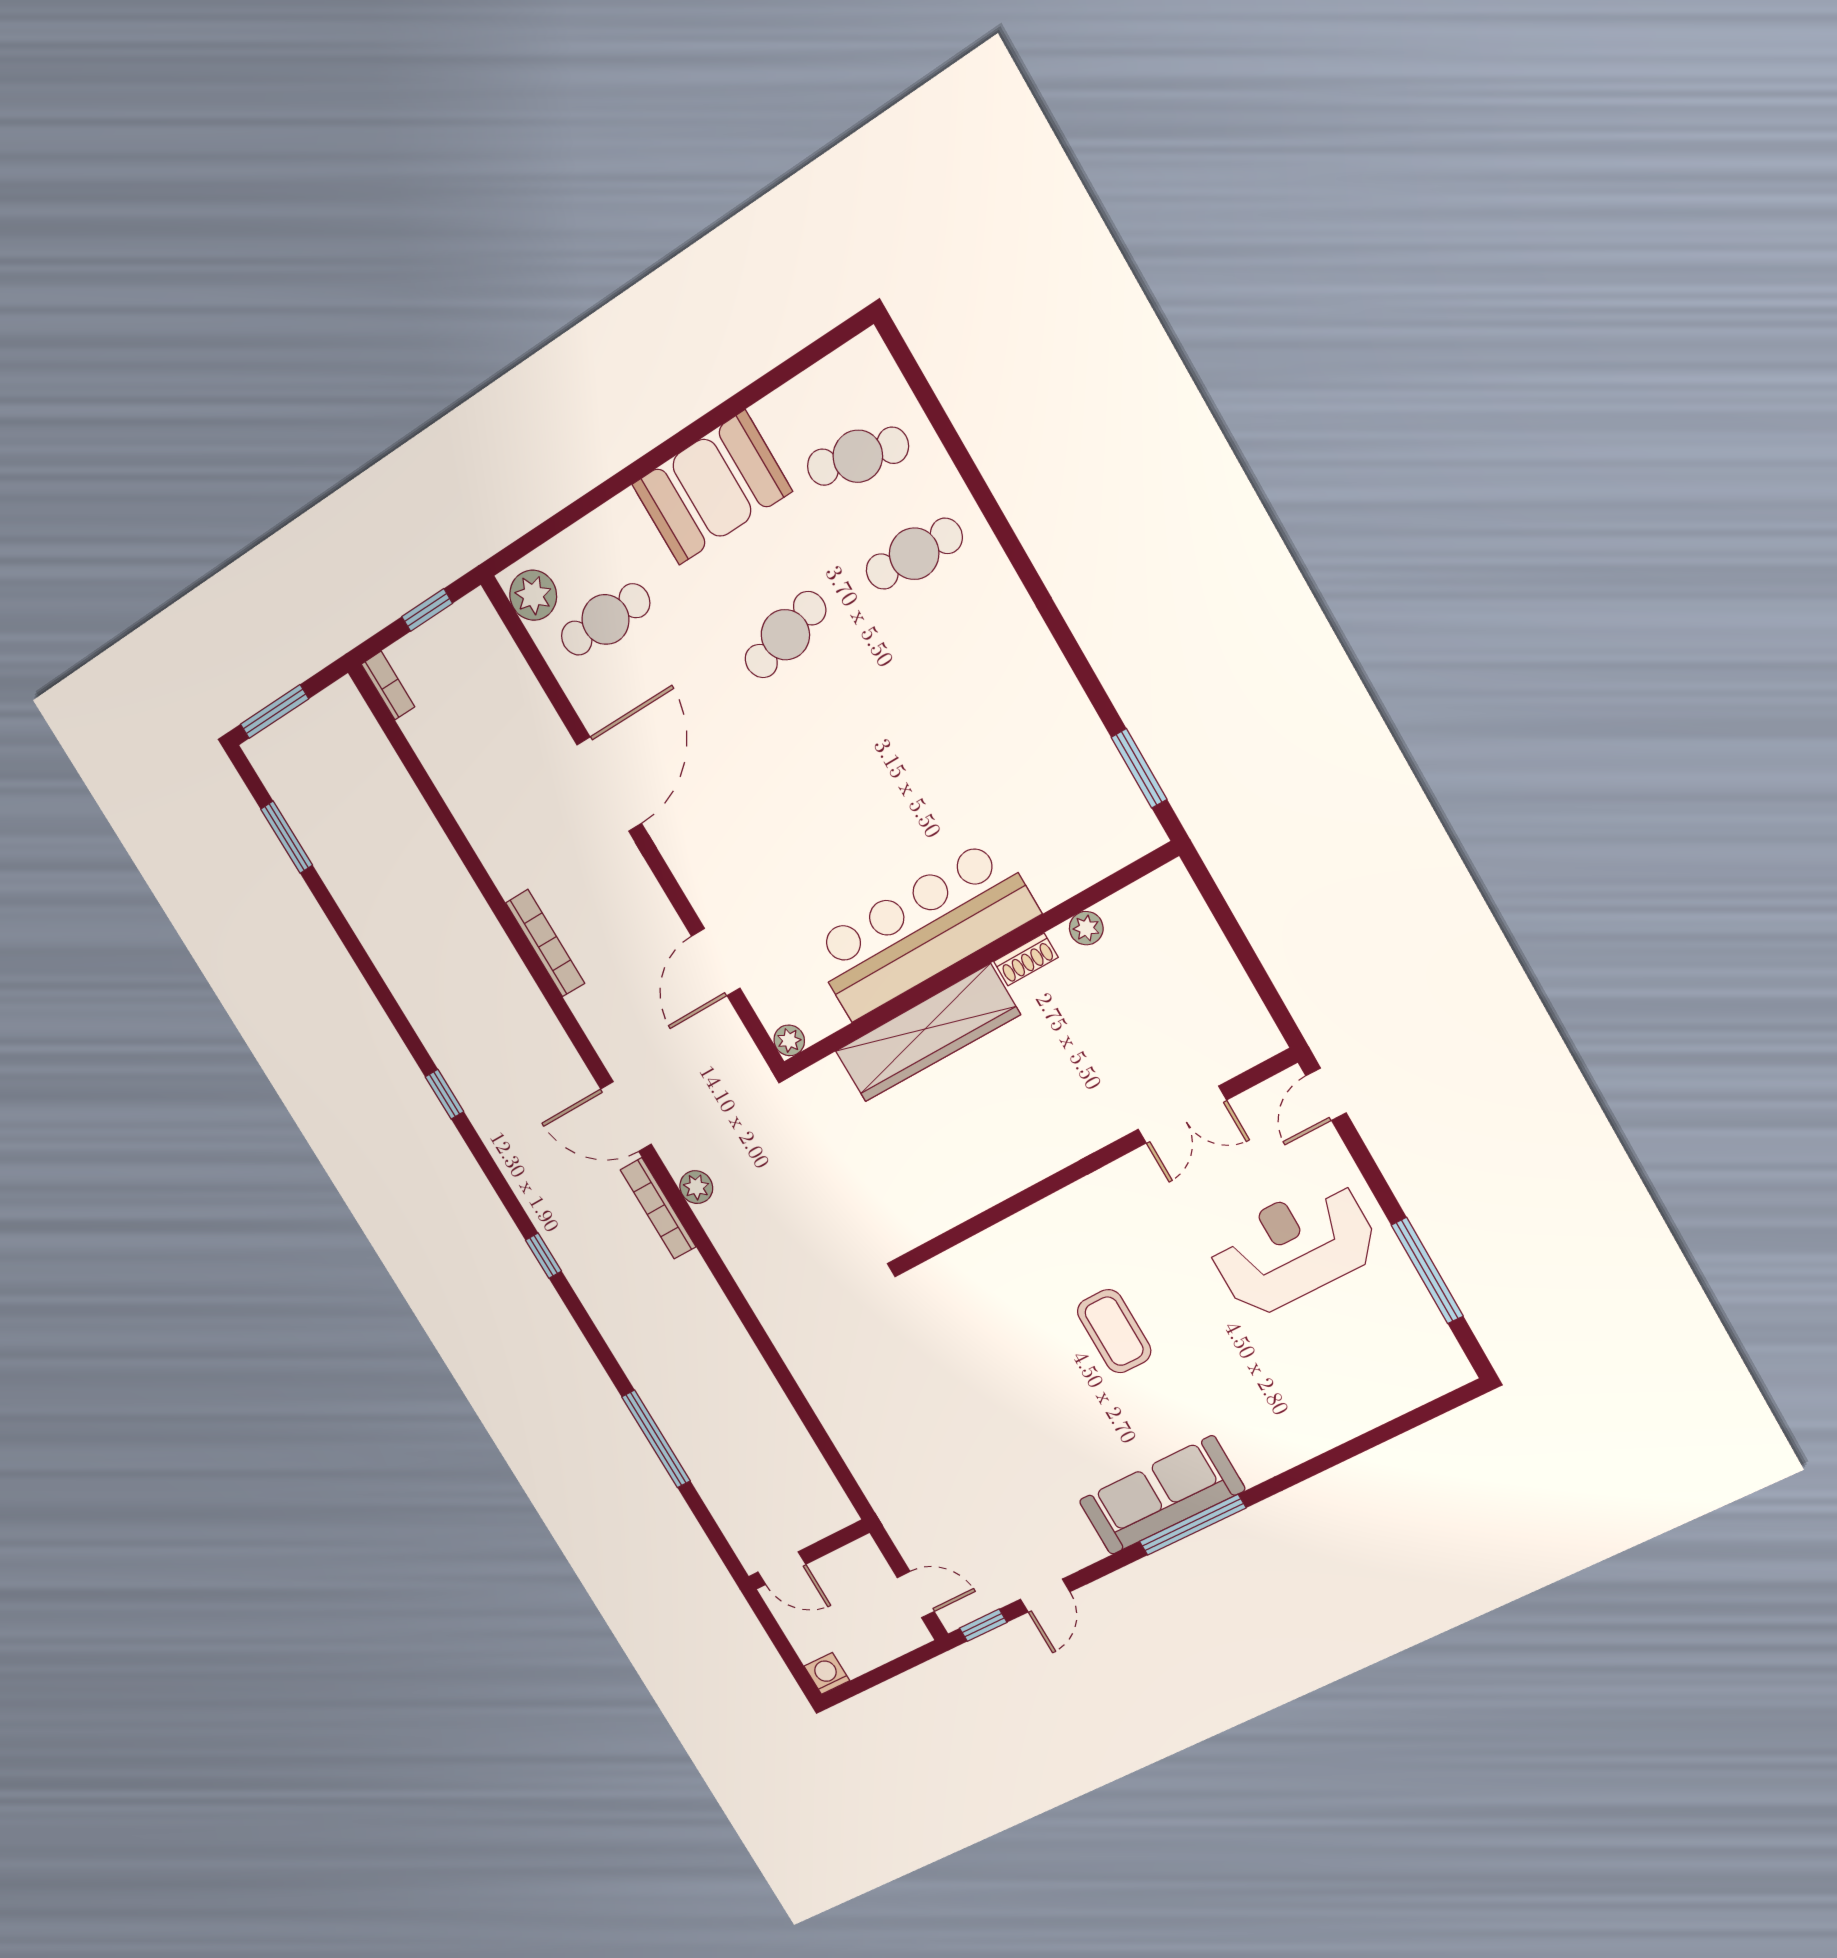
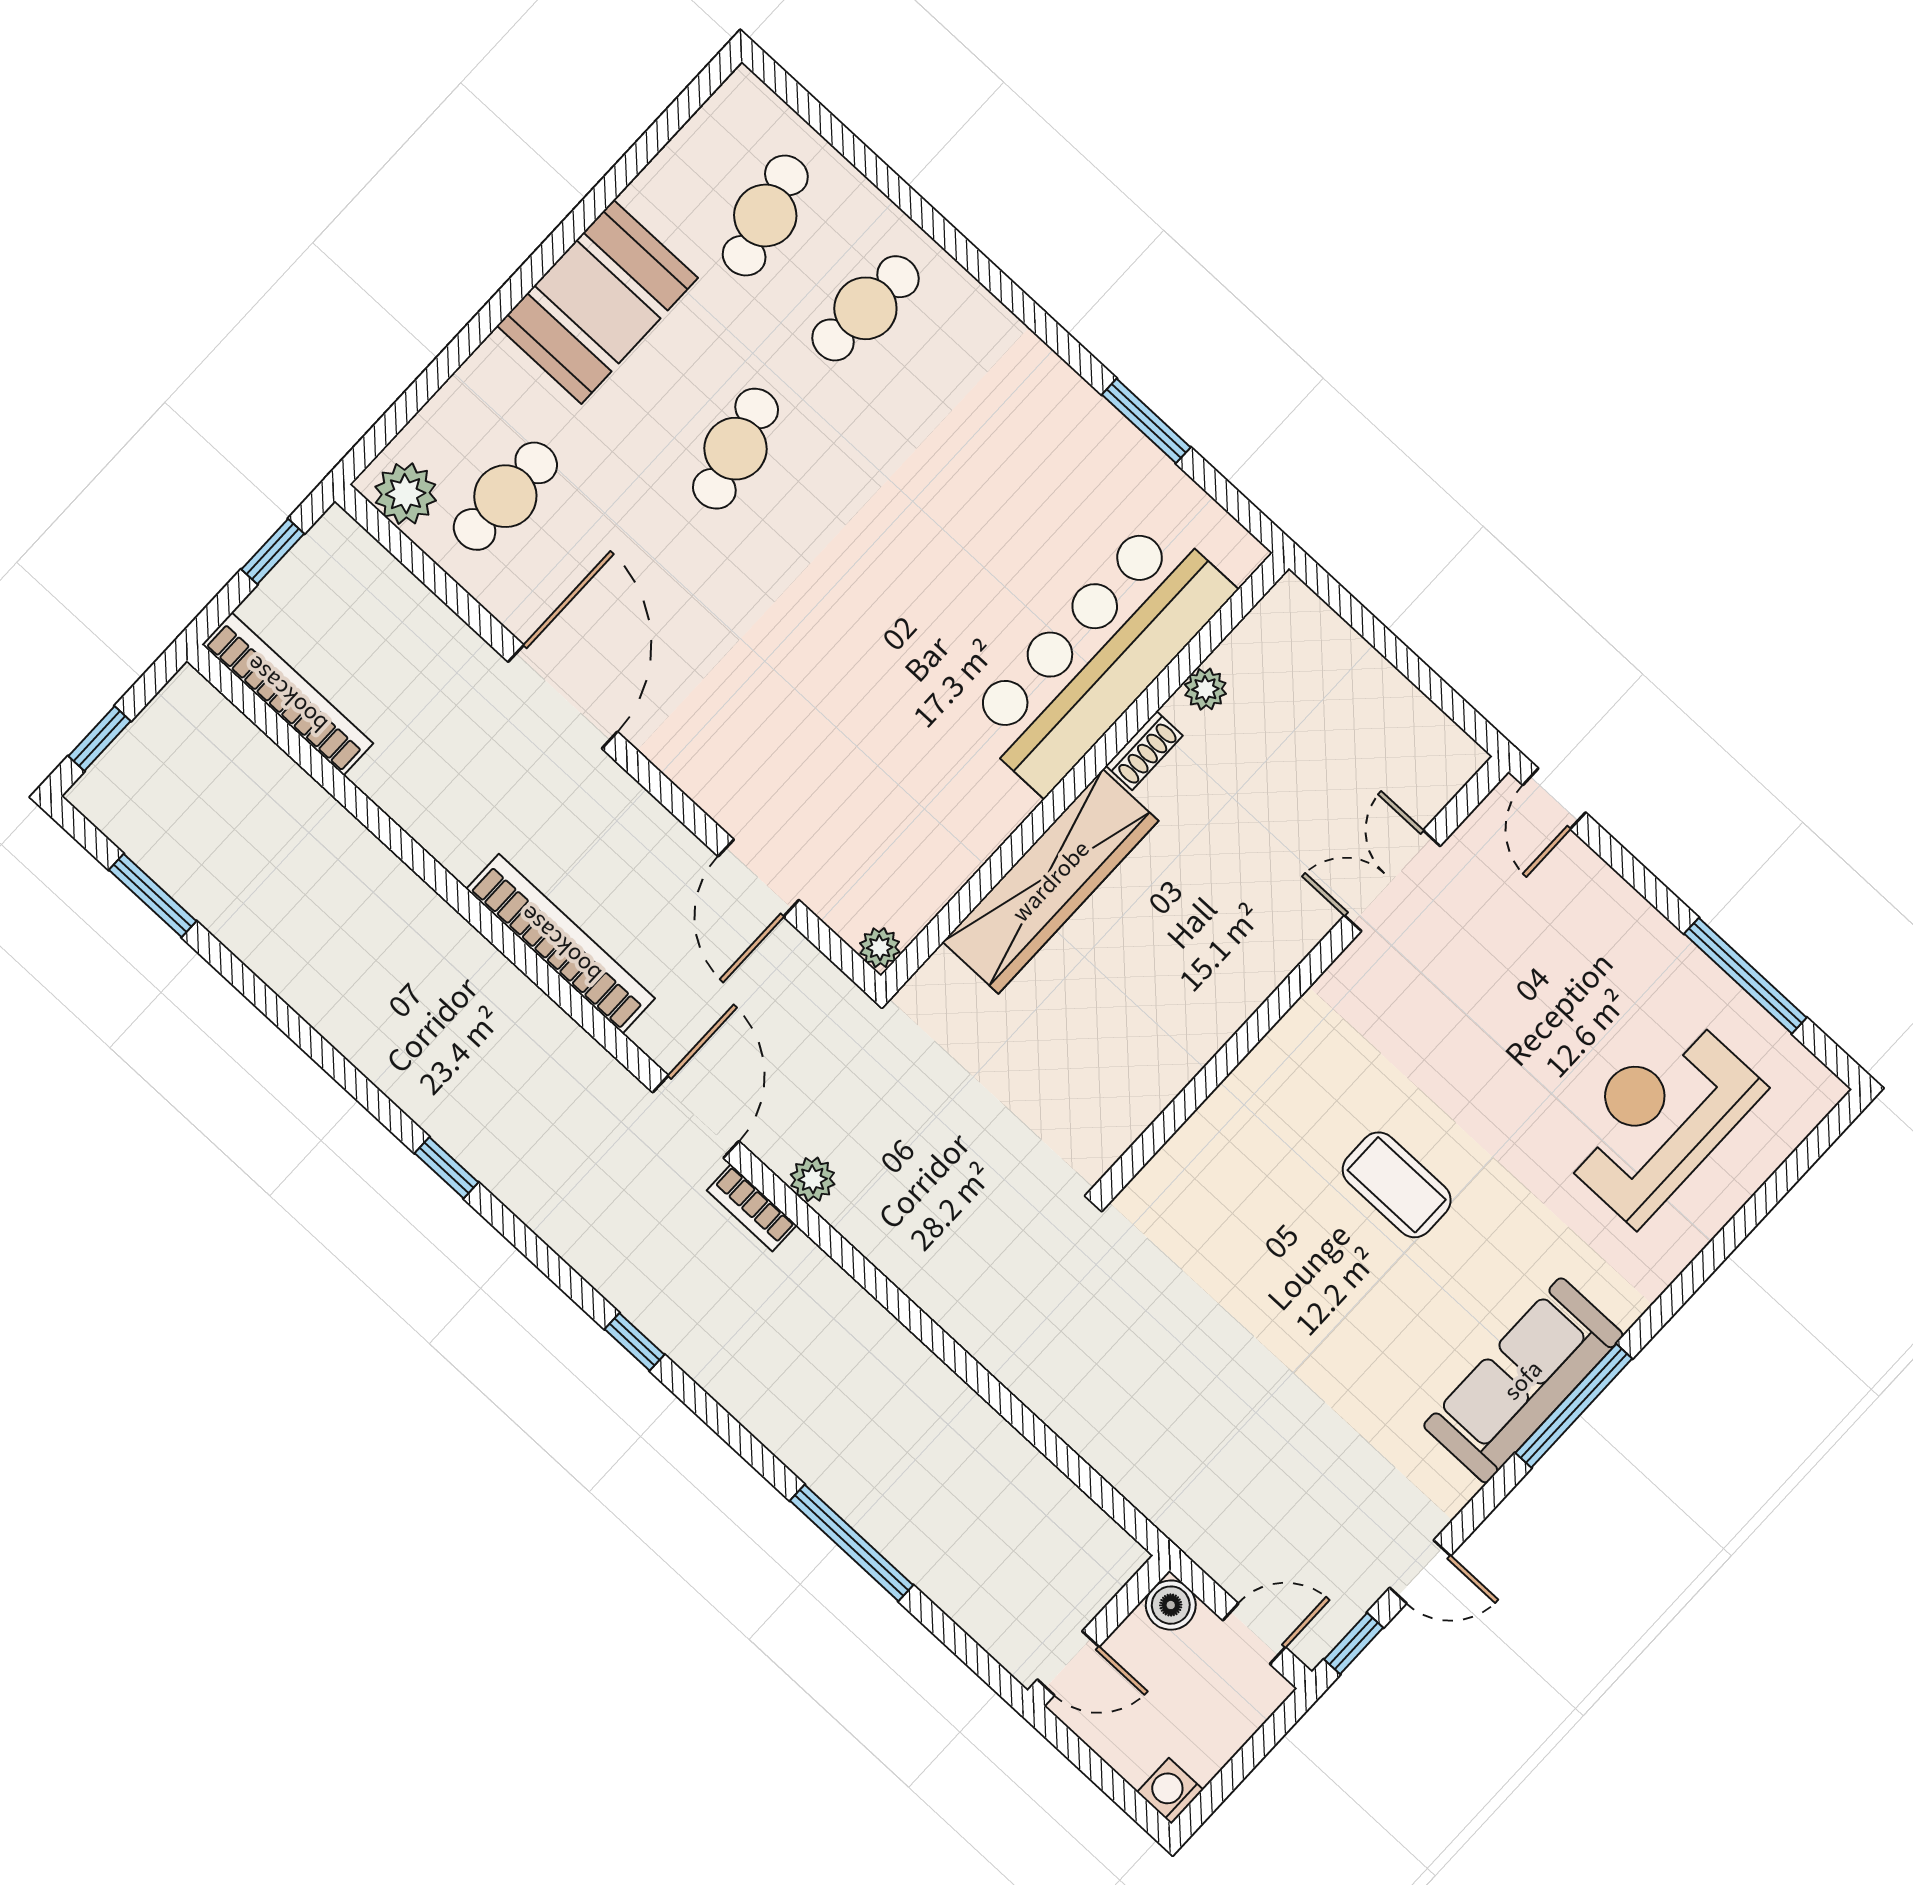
cafe table: (858, 456) -> (765, 216), turned -30
bookcase: (388, 685) -> (287, 694), width x2.31, depth x1.31
window: (274, 712) -> (99, 739), width x0.67
window: (1139, 768) -> (1146, 421), moved
bar counter: (923, 930) -> (1099, 655), moved
bookcase: (545, 943) -> (561, 944), width x1.48, depth x1.31
double door: (1182, 1115) -> (1392, 881), swing flipped
door: (626, 1117) -> (696, 1117), swing flipped
bookcase: (658, 1208) -> (752, 1208), width x0.64
reception desk: (1293, 1247) -> (1658, 1118), moved
boiler: (864, 1556) -> (1171, 1605), added
door: (1045, 1596) -> (1420, 1572), hinge flipped

